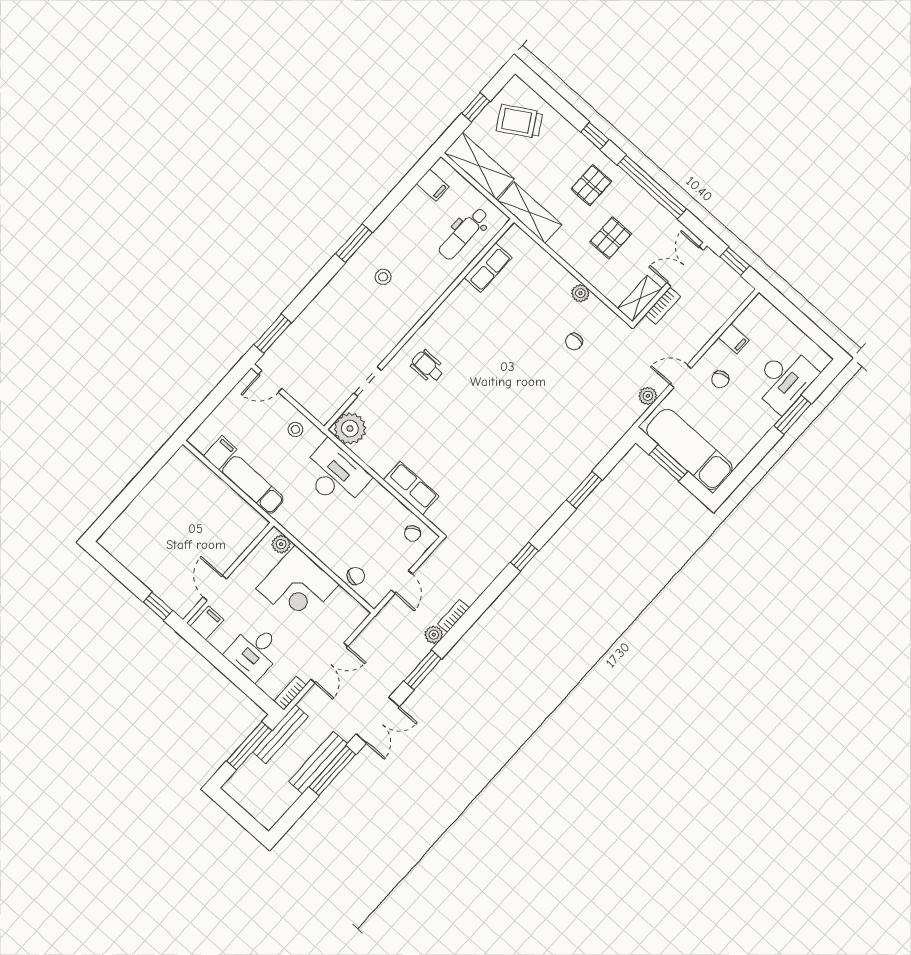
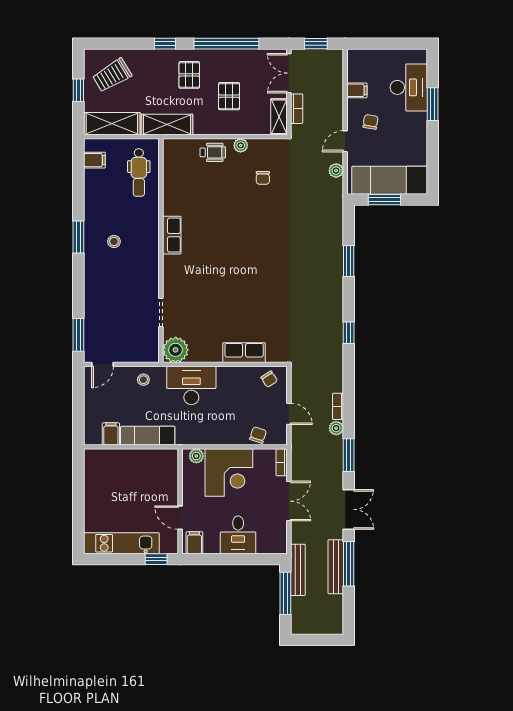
row of seats: (488, 267) -> (172, 235), moved
wheelchair: (428, 366) -> (213, 152), moved, turned 180
chair: (720, 379) -> (371, 122), turned -151
kitchen unit: (139, 563) -> (121, 543), added
bookcase: (290, 693) -> (282, 462), moved

